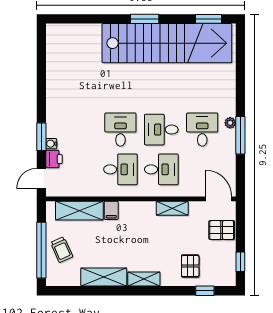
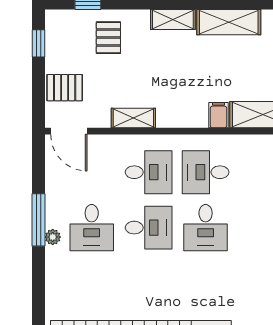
desk: (161, 169) -> (149, 172), turned 180

